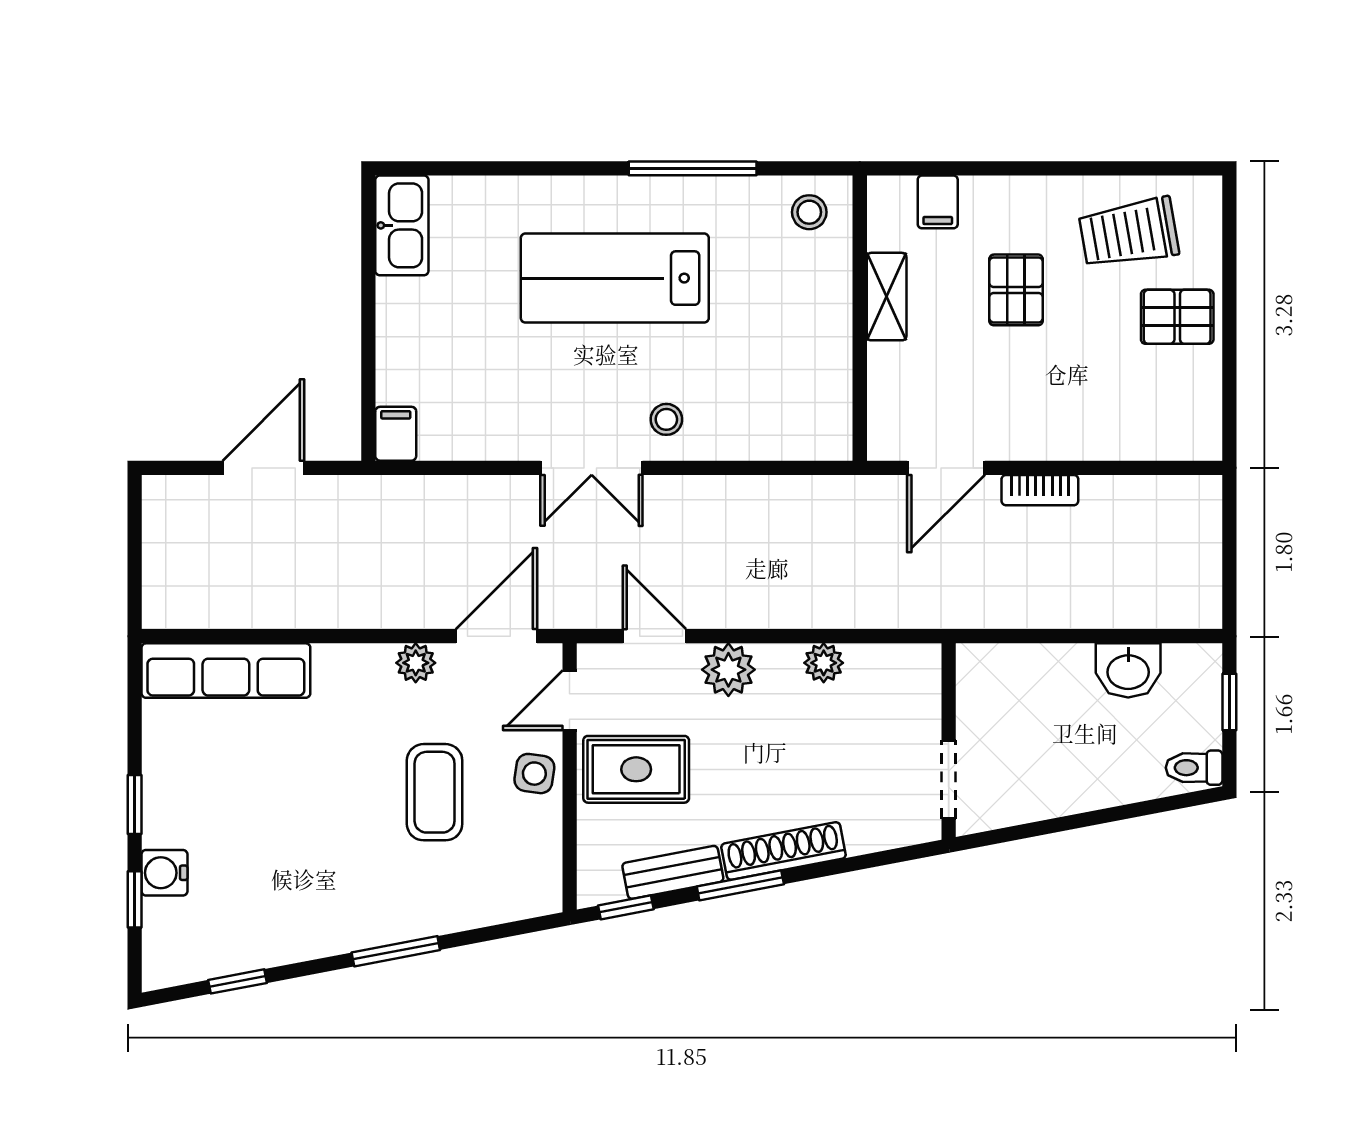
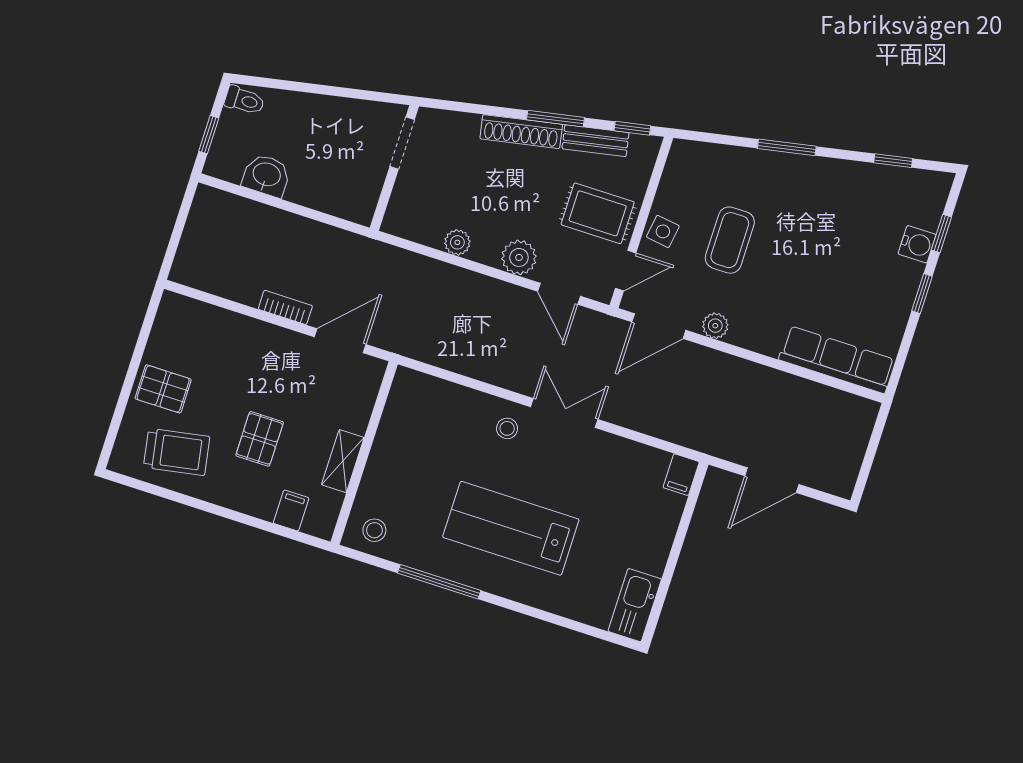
lab bench: (615, 278) -> (511, 528), turned 180

